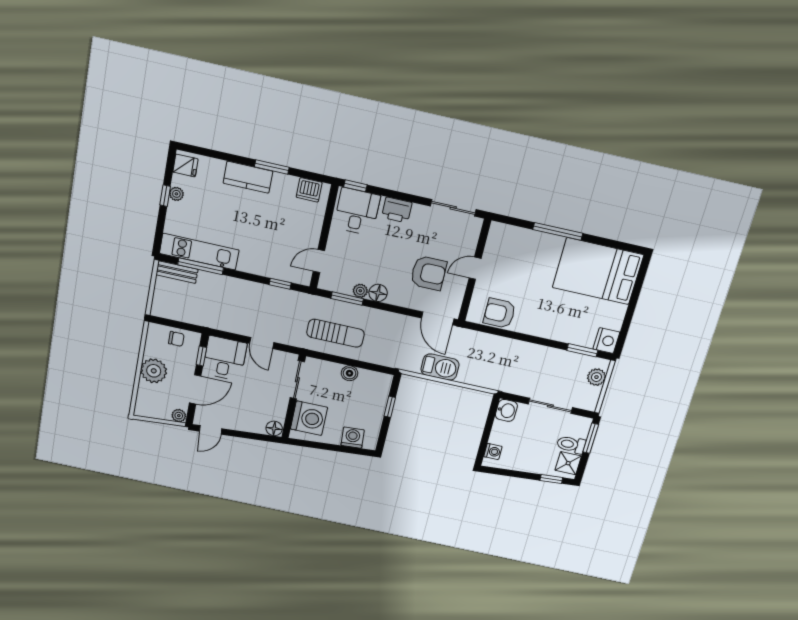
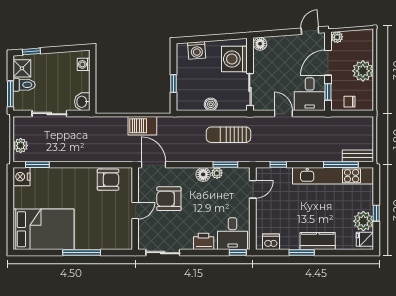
plant: (176, 194) -> (363, 221), width x1.87, depth x1.87
kitchen unit: (199, 252) -> (333, 176), width x1.36

